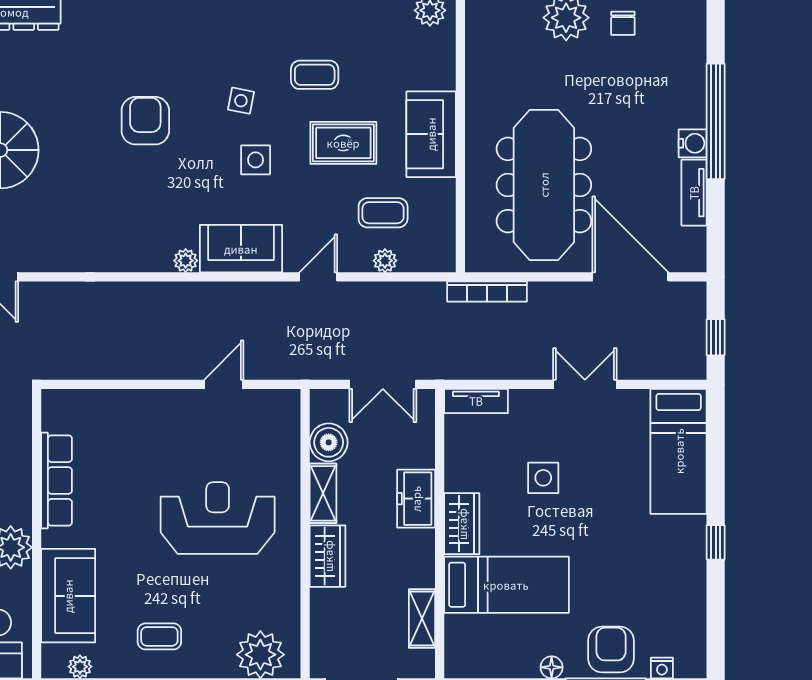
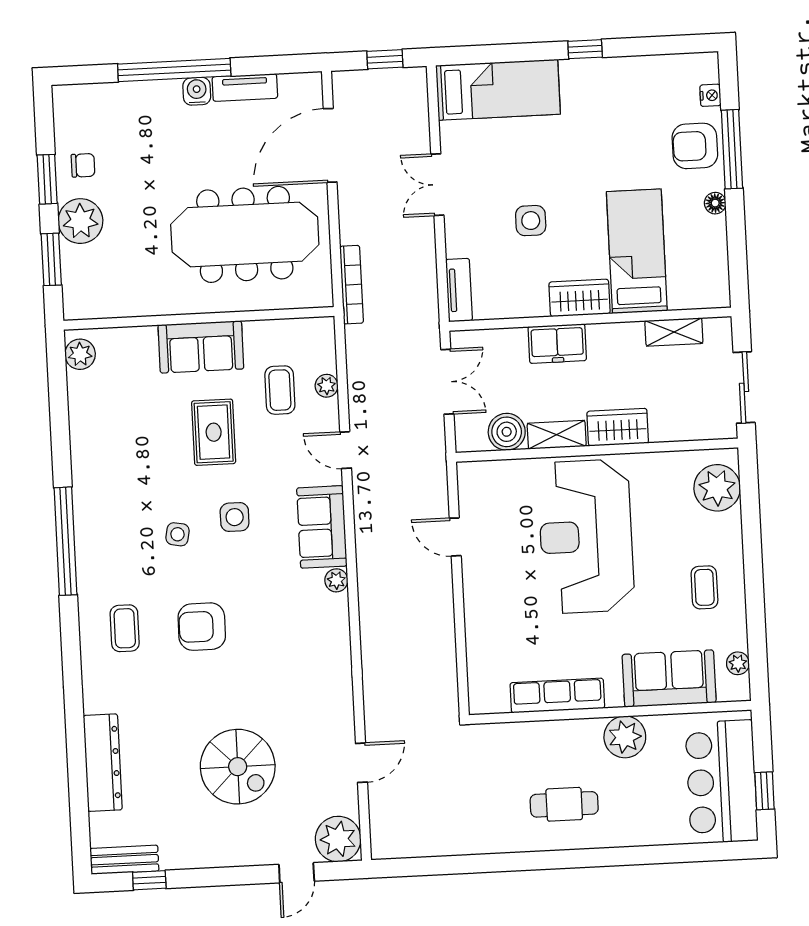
coffee table: (315, 75) -> (125, 628), moved
reception desk: (218, 518) -> (586, 536), width x1.36, depth x1.30

